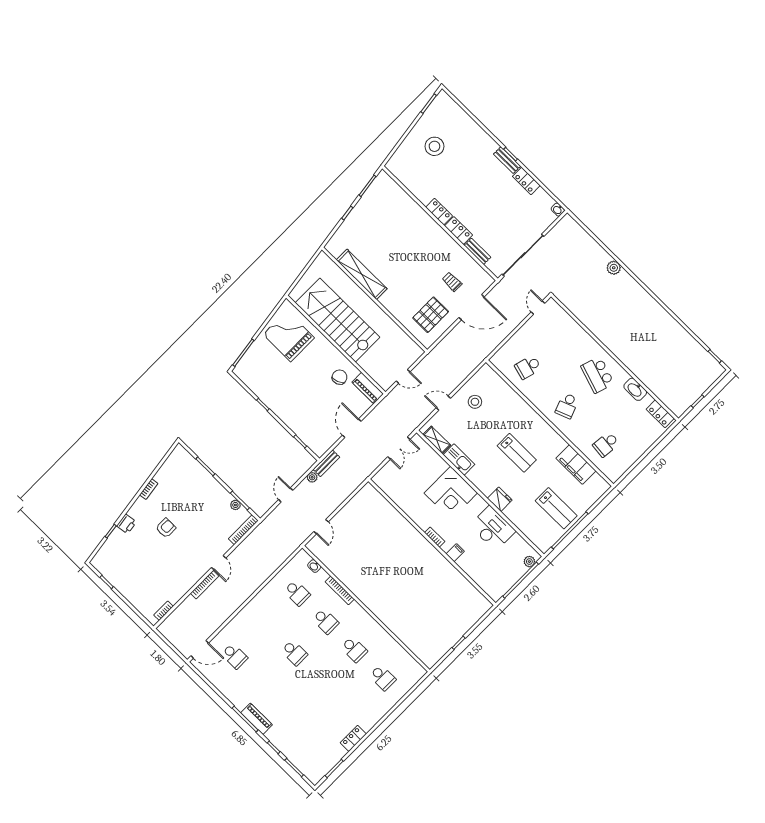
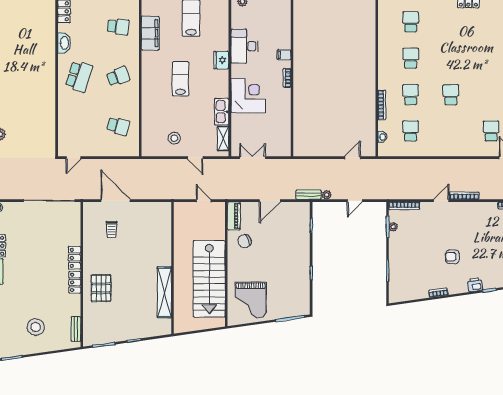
bench: (477, 251) -> (76, 329), moved
pallet: (431, 315) -> (101, 288), moved, turned 90

